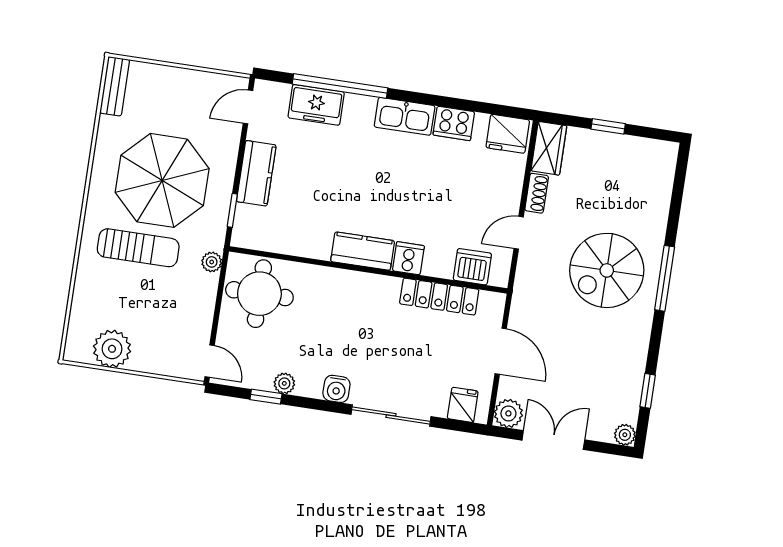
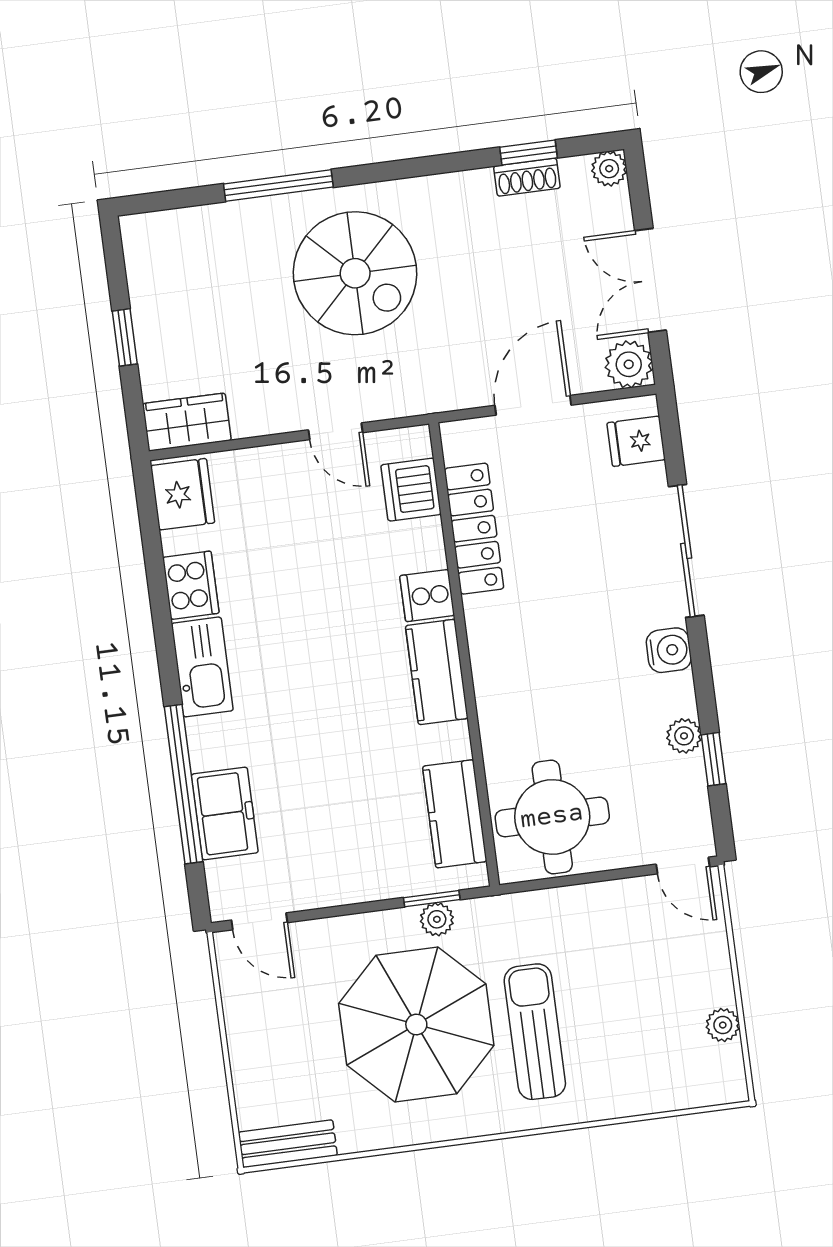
kitchen counter: (256, 173) -> (455, 814), moved, turned -90
shoe rack: (537, 193) -> (527, 177), moved, turned 180
plant: (212, 262) -> (437, 919), moved
window: (665, 278) -> (278, 186), moved
plant: (112, 349) -> (723, 1025), width x0.53, depth x0.53
door: (210, 361) -> (683, 866), swing flipped

